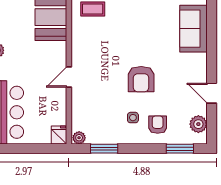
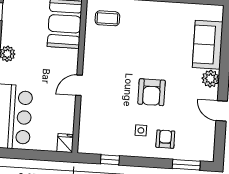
plant: (198, 124) -> (210, 79), moved
plant: (79, 138) -> (85, 147), removed
window: (104, 149) -> (110, 160), width x0.67

